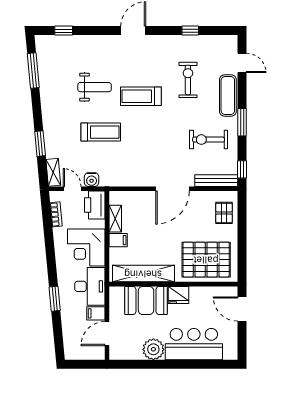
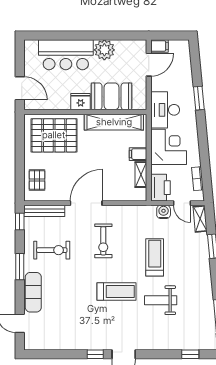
window: (190, 31) -> (95, 354), moved
exercise bike: (188, 80) -> (103, 241), moved
treadmill: (101, 132) -> (155, 257), turned 90
filing cabinet: (96, 313) -> (159, 46), moved

